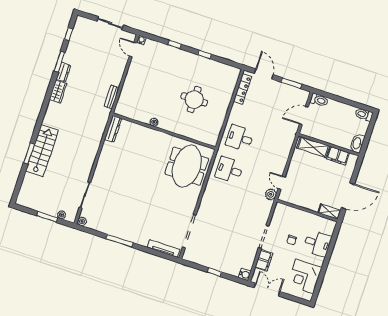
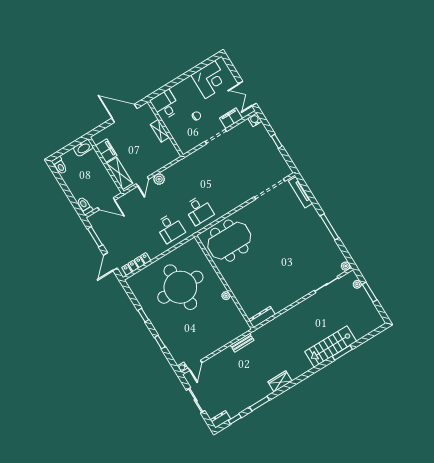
dresser: (63, 72) -> (220, 419), moved
round table: (194, 99) -> (180, 287), width x1.86, depth x1.86
door: (282, 183) -> (142, 182), moved
plant: (271, 194) -> (159, 179), moved
shelving: (329, 212) -> (160, 131), moved
desk: (317, 243) -> (165, 105), moved

